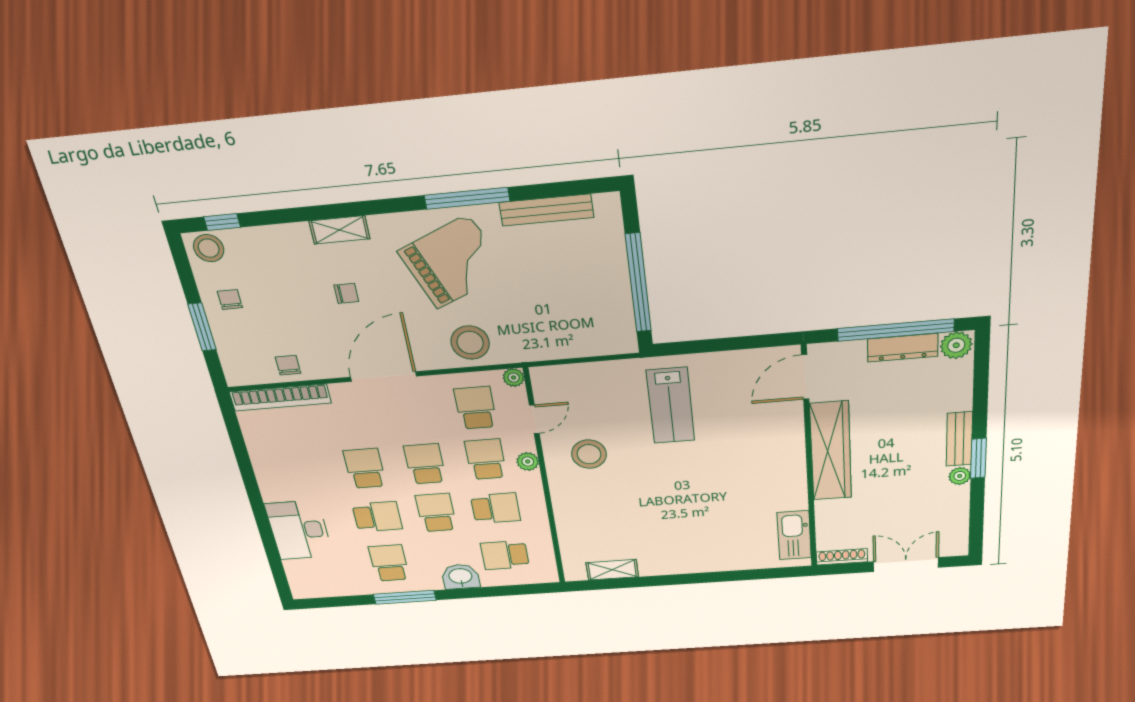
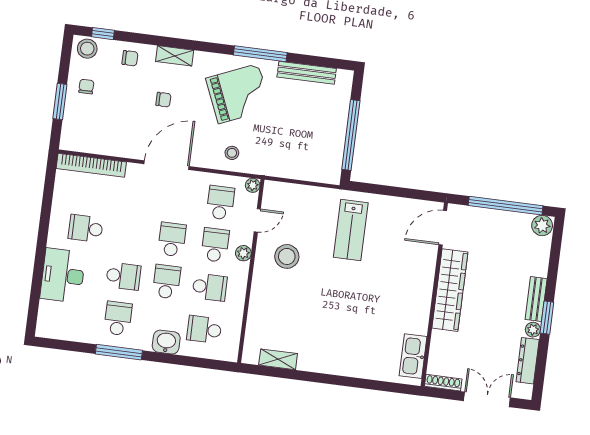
stool: (470, 343) -> (232, 153), width x0.53, depth x0.53
dresser: (903, 348) -> (528, 361), moved, turned 90
chair: (288, 365) -> (130, 58), moved, turned 90
school desk: (365, 468) -> (86, 228), moved, turned -90

